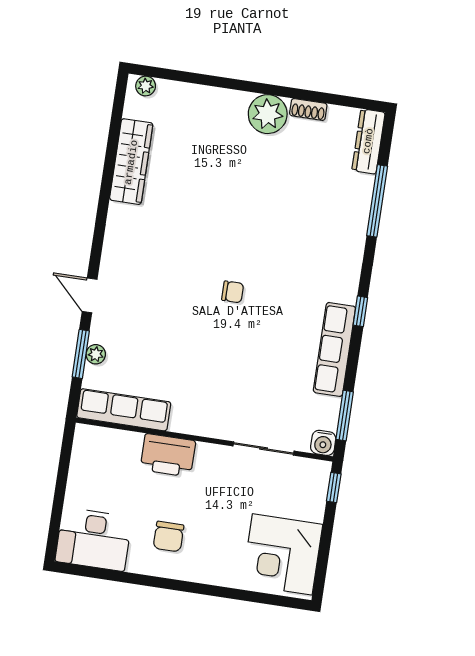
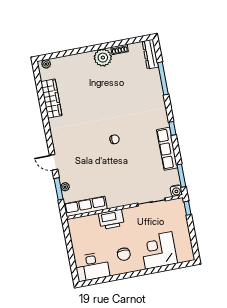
corner desk: (282, 554) -> (159, 250), moved, turned 90

